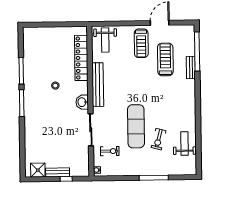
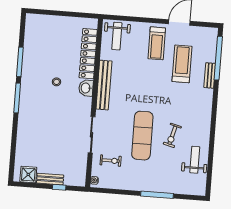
washbasin: (82, 102) -> (86, 88), moved
exercise bike: (159, 139) -> (172, 135), moved

